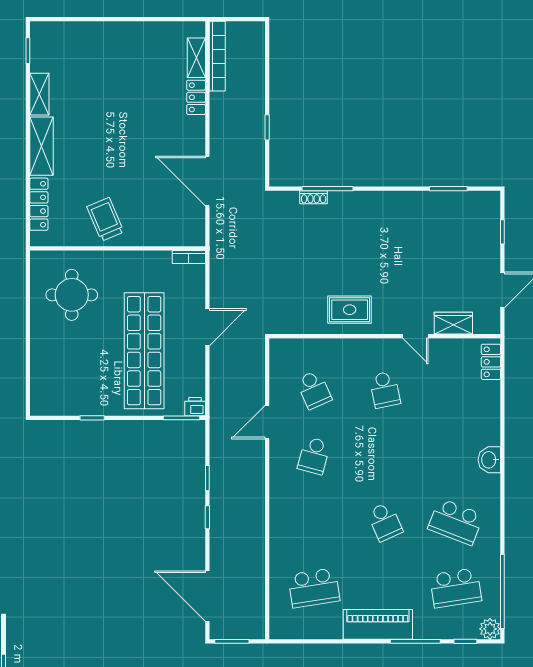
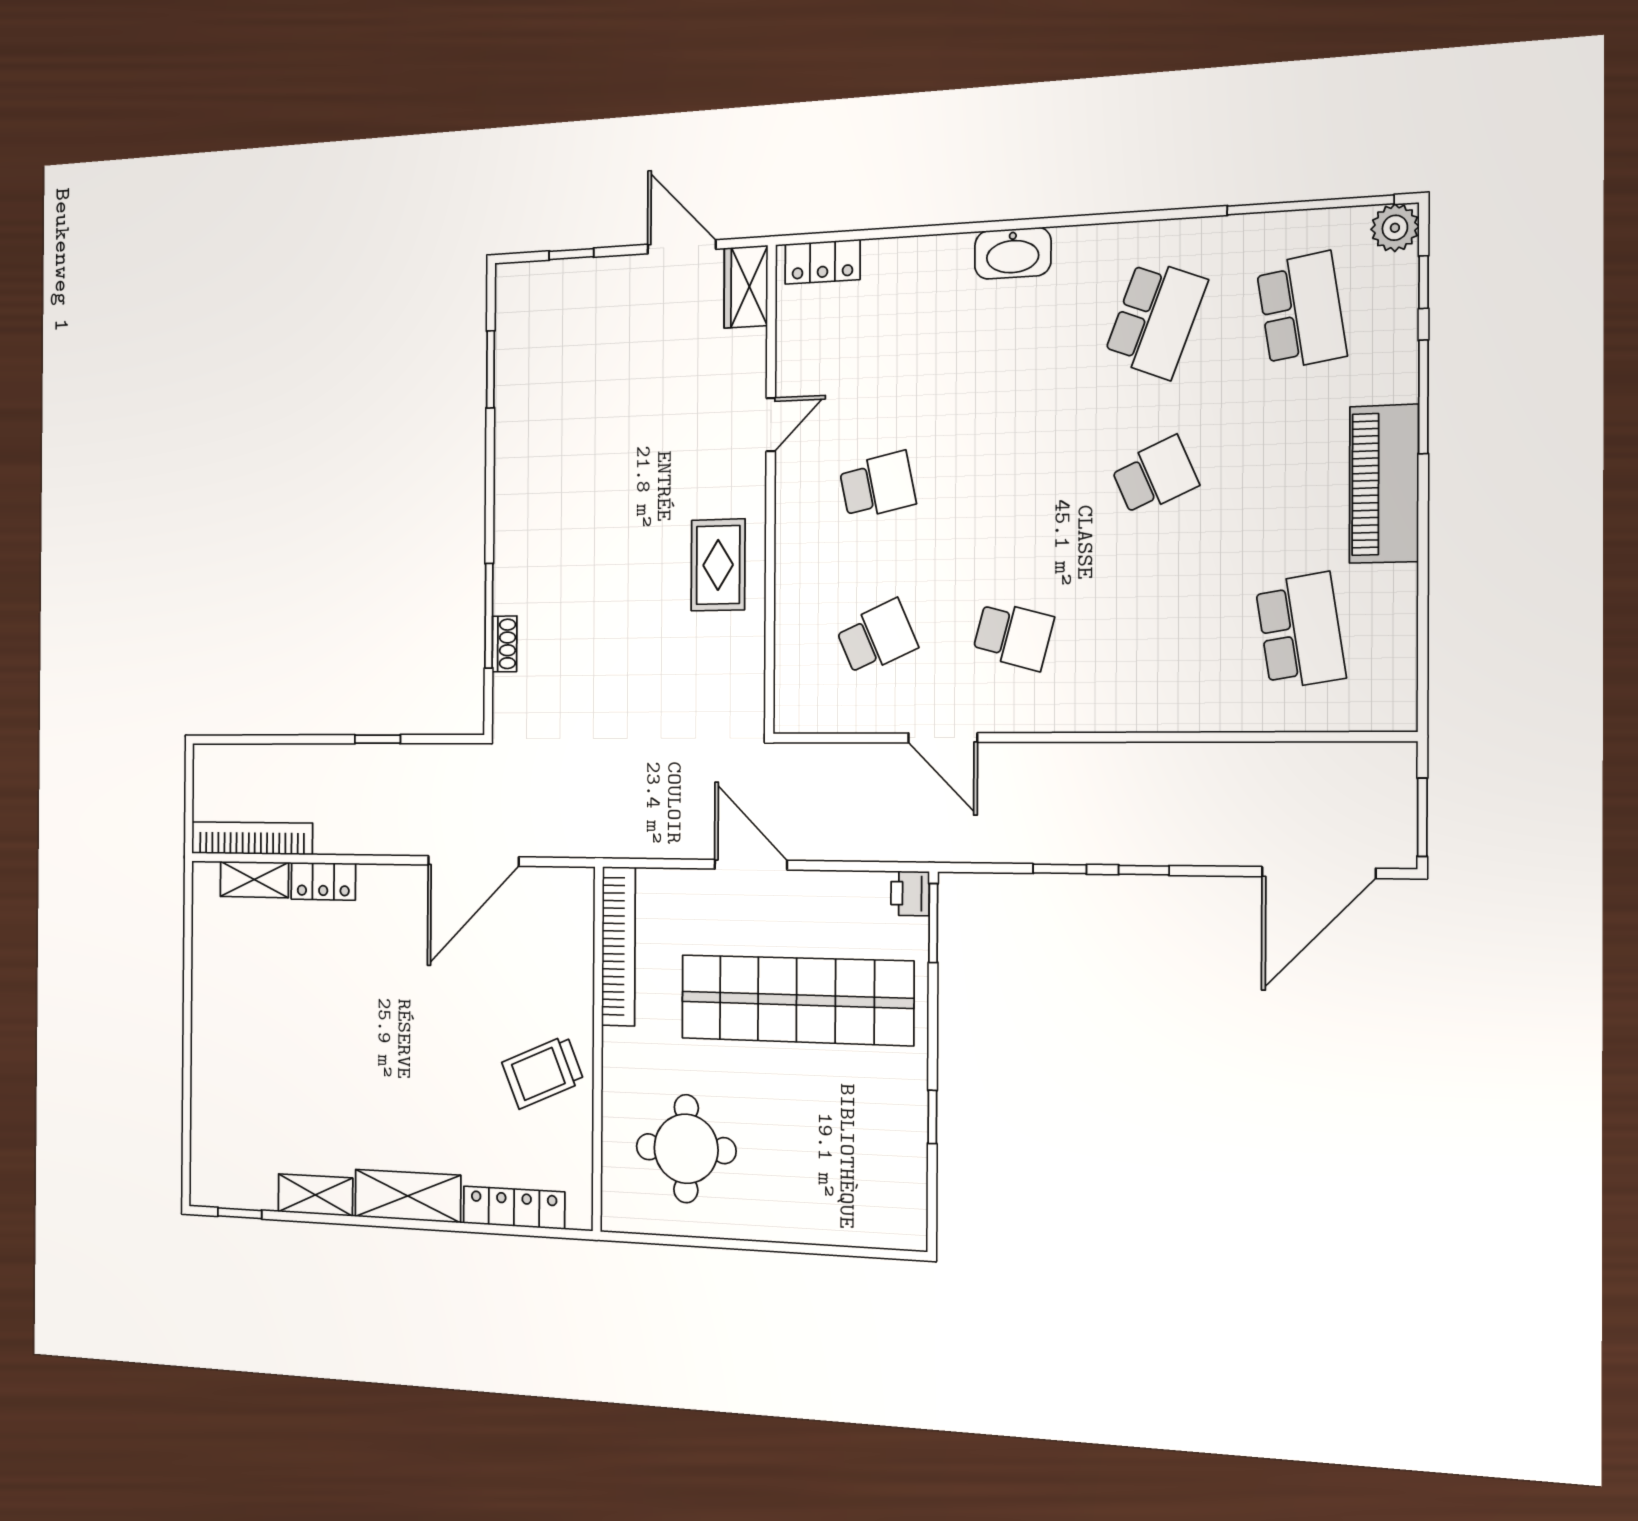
bookcase: (189, 257) -> (618, 946), width x2.31, depth x1.31
wardrobe: (453, 323) -> (746, 287), moved
washbasin: (489, 460) -> (1013, 253), width x1.38

